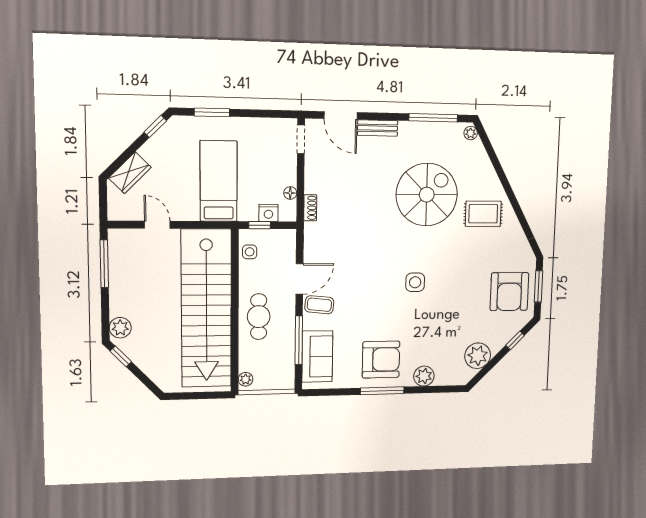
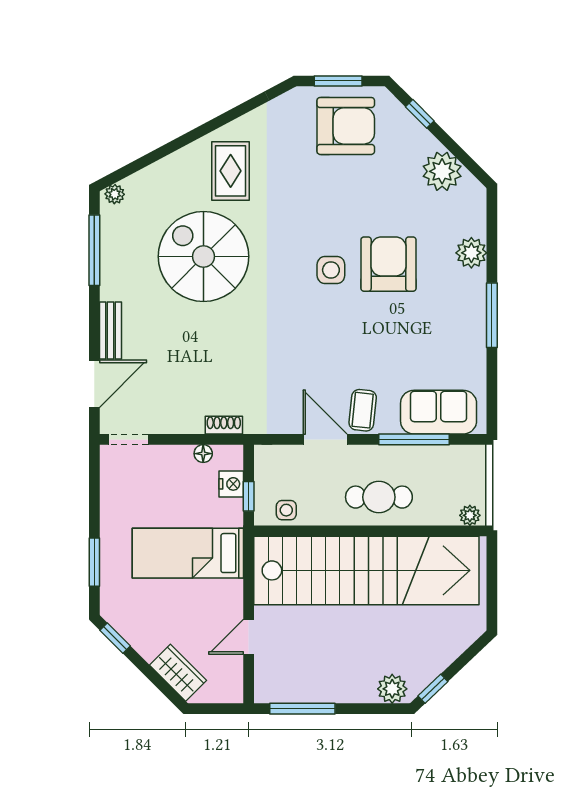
armchair: (381, 360) -> (388, 264), moved

